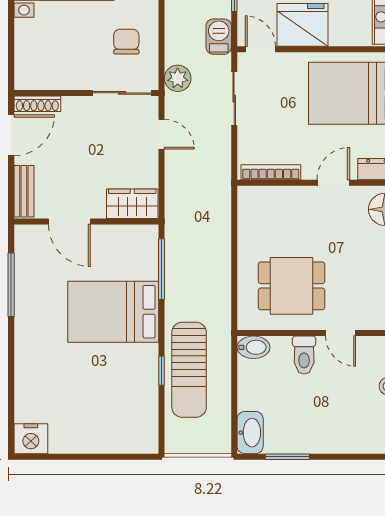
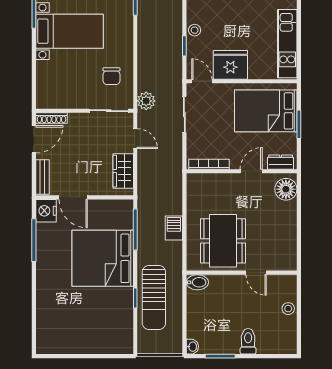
barbecue: (219, 37) -> (174, 228), moved
chair: (126, 42) -> (111, 76), turned 180
wardrobe: (132, 204) -> (123, 171), moved, turned -90
dining table: (292, 286) -> (223, 241), width x1.38
bed: (113, 312) -> (103, 258), width x1.36
toilet: (304, 355) -> (248, 341), moved, turned 180
washbasin: (250, 433) -> (192, 347), width x0.52, depth x0.69
nightstand: (31, 439) -> (46, 211), moved, turned 90

